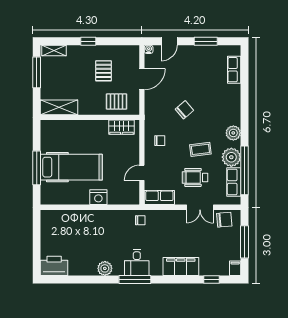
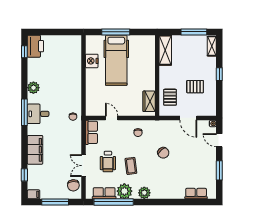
wheelchair: (195, 177) -> (108, 161), turned 180
nightstand: (98, 197) -> (92, 61), moved
window: (61, 280) -> (24, 52), added

